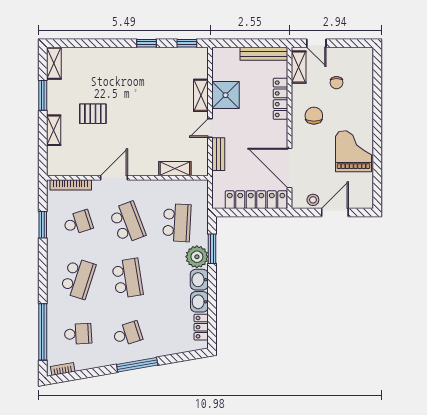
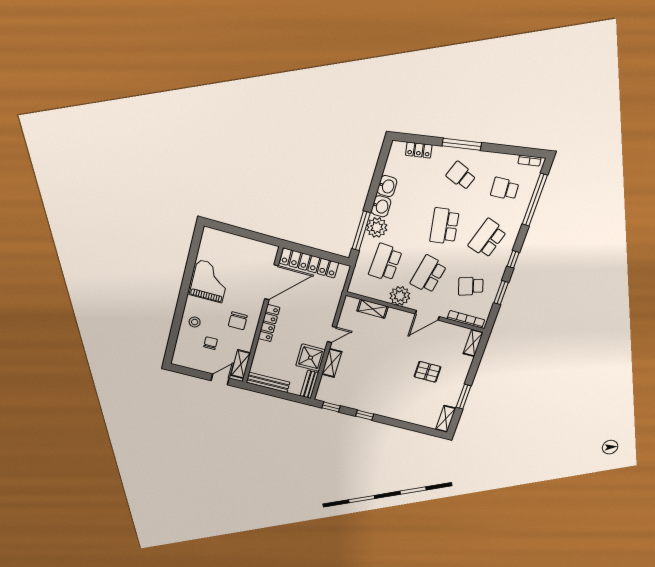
door: (316, 43) -> (220, 379), hinge flipped
locker: (280, 99) -> (269, 323), moved
shelving: (54, 130) -> (473, 343), moved
grand piano: (353, 151) -> (210, 281), turned 180
bench: (218, 154) -> (309, 384), moved
door: (289, 168) -> (271, 282), hinge flipped
plant: (150, 191) -> (400, 296), added
stool: (313, 200) -> (195, 322), moved
door: (335, 212) -> (240, 232), removed
school desk: (127, 223) -> (428, 274), turned 33
window: (212, 249) -> (361, 231), width x1.44
window: (43, 264) -> (513, 259), added
locker: (201, 327) -> (419, 150), moved, turned 80
school desk: (127, 334) -> (461, 176), turned 39

